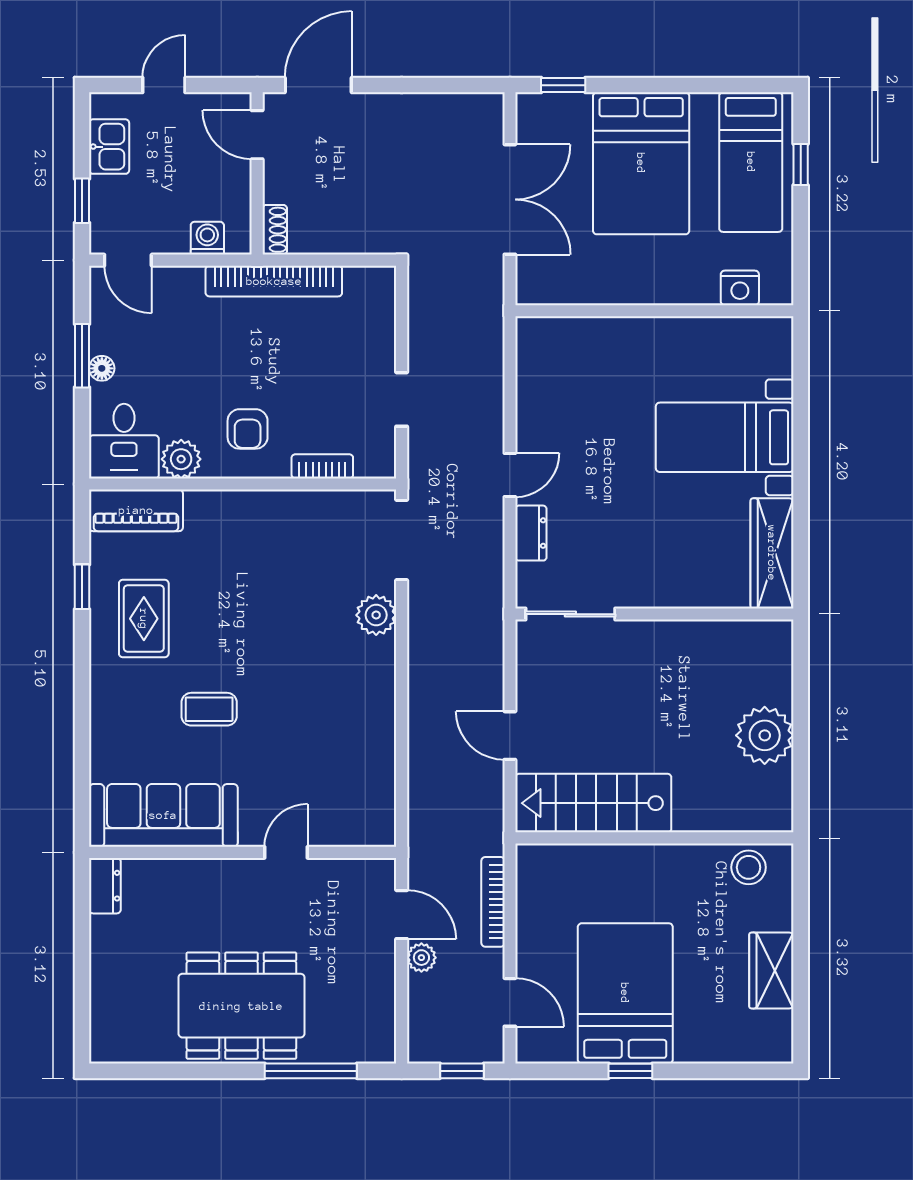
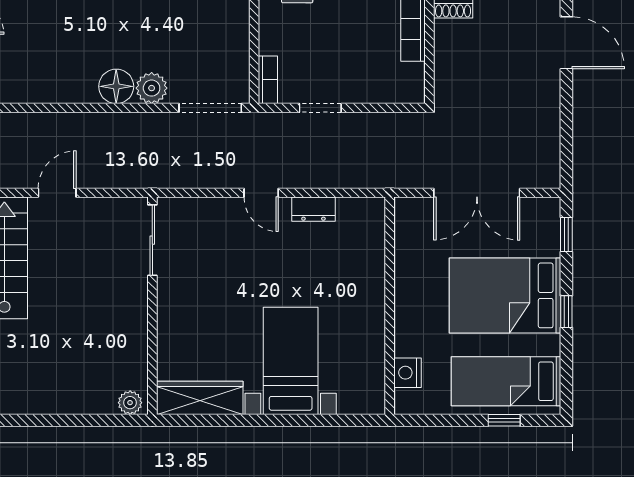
window: (662, 85) -> (566, 312), added
bookcase: (322, 466) -> (268, 80), moved
dresser: (531, 533) -> (313, 209), moved
floor lamp: (374, 660) -> (116, 86), added
plant: (765, 735) -> (130, 403), moved, width x0.53, depth x0.53

